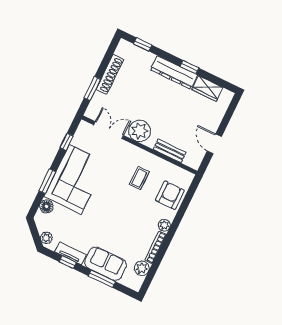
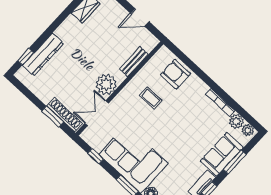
window: (189, 67) -> (60, 19), removed
dresser: (174, 72) -> (43, 54), moved
shoe rack: (110, 74) -> (65, 115), moved
plant: (164, 225) -> (248, 130), moved

